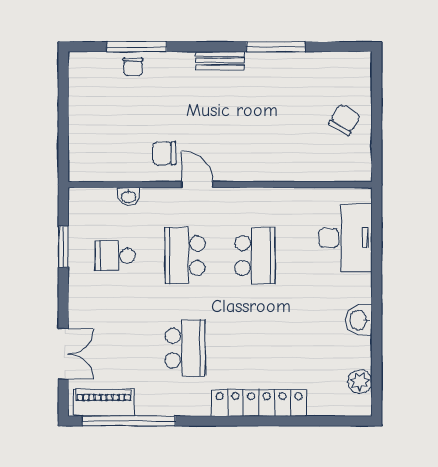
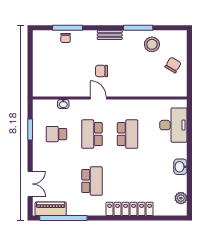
stool: (303, 79) -> (152, 44), added
chair: (164, 153) -> (101, 71), moved

